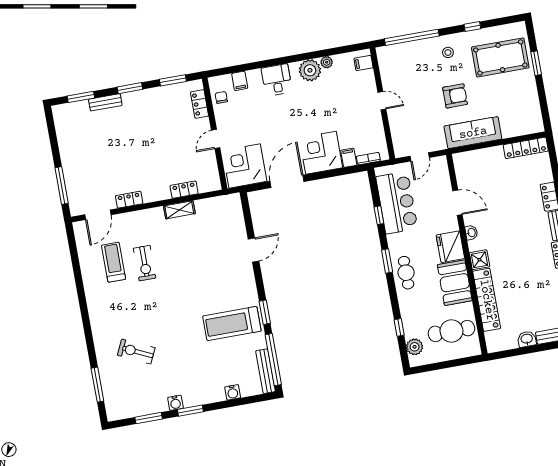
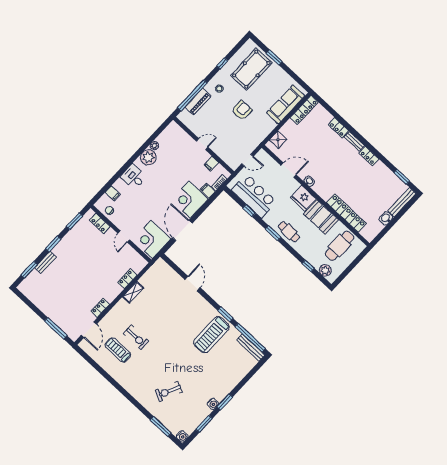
piano: (413, 49) -> (198, 101), added
filing cabinet: (363, 63) -> (211, 164), moved
sofa: (473, 133) -> (286, 104), moved
door: (420, 157) -> (248, 160), hinge flipped
shower: (480, 260) -> (278, 140), moved
water cooler: (233, 392) -> (182, 436), moved

